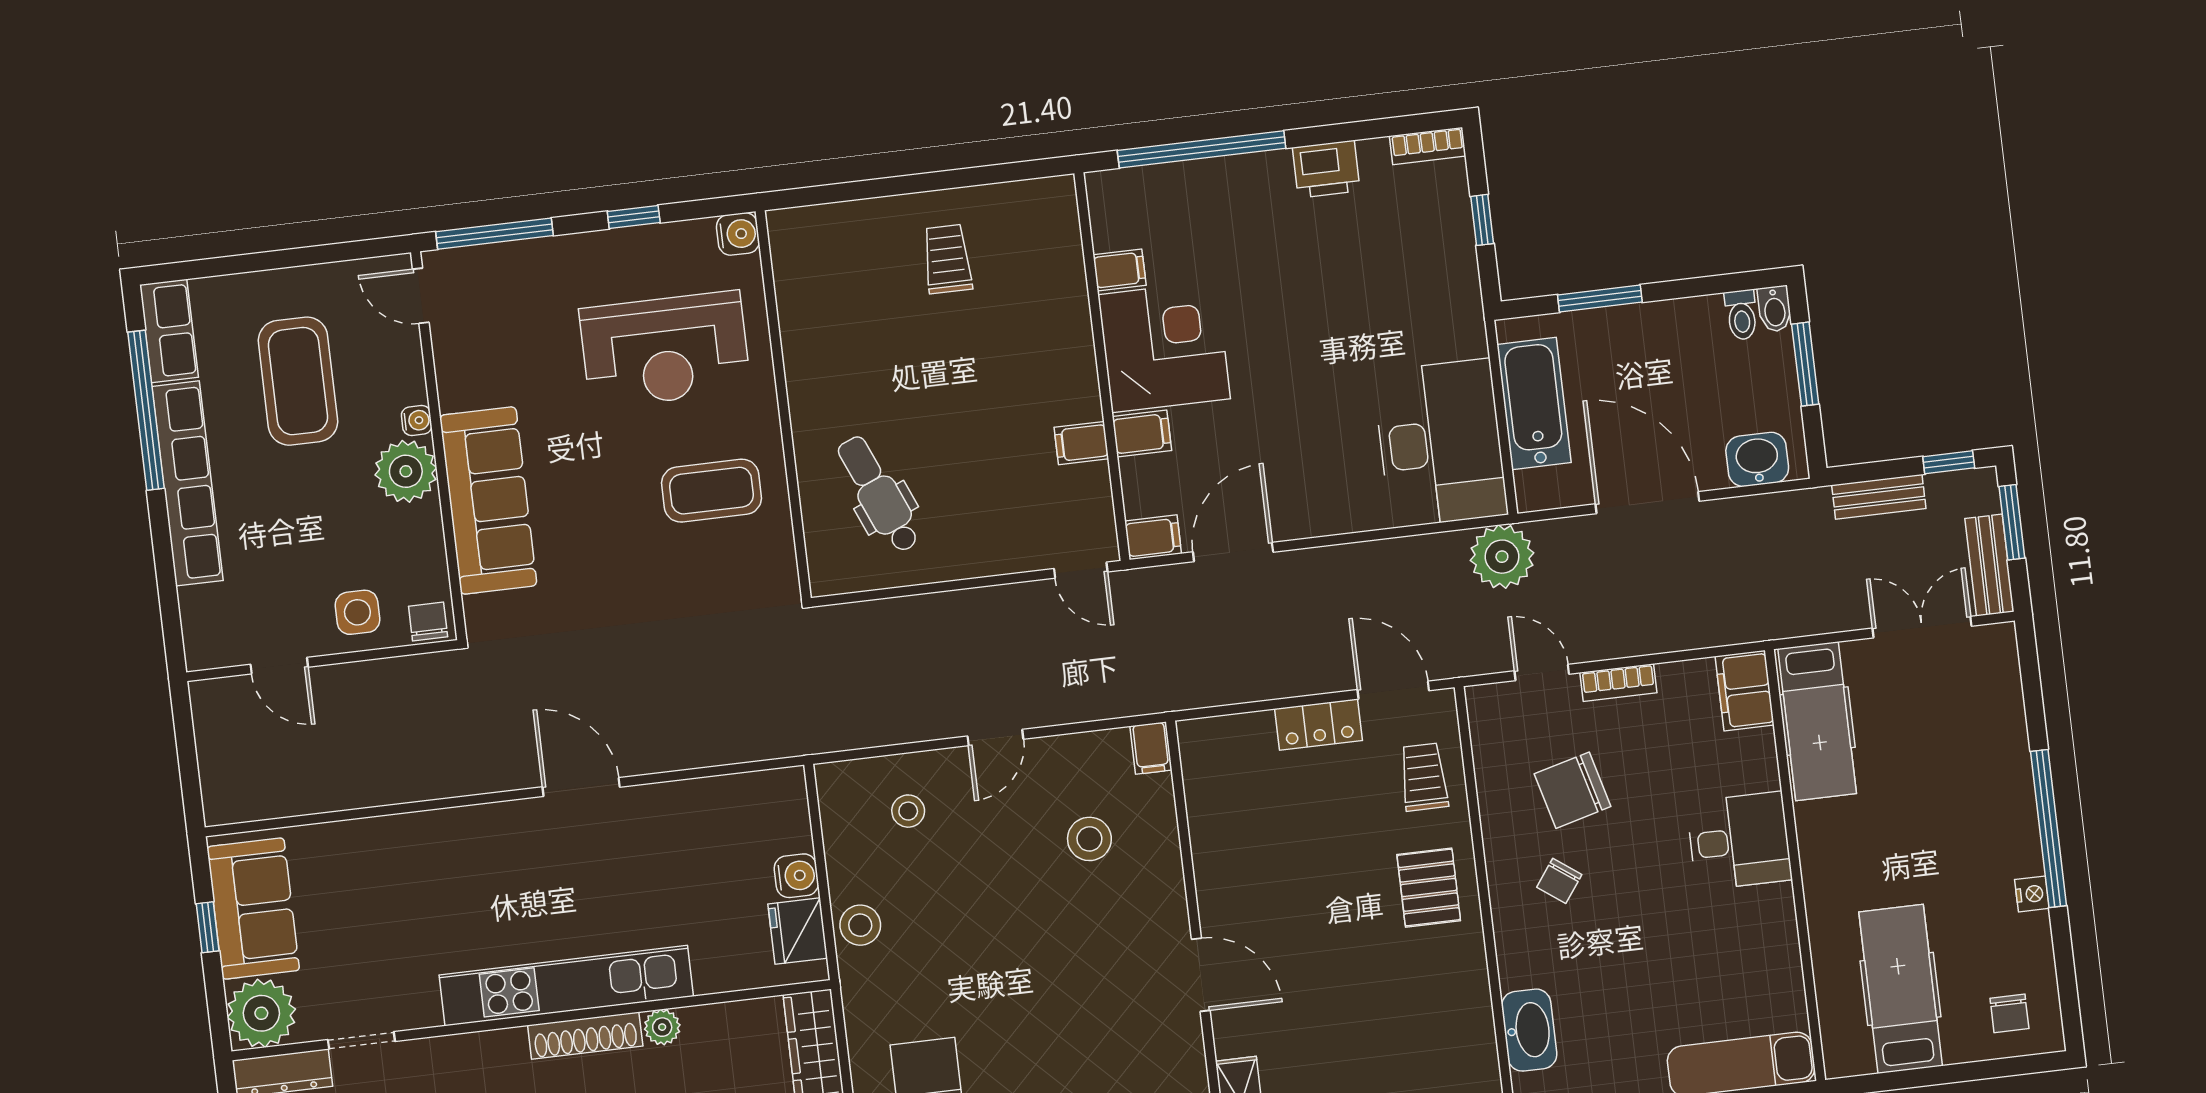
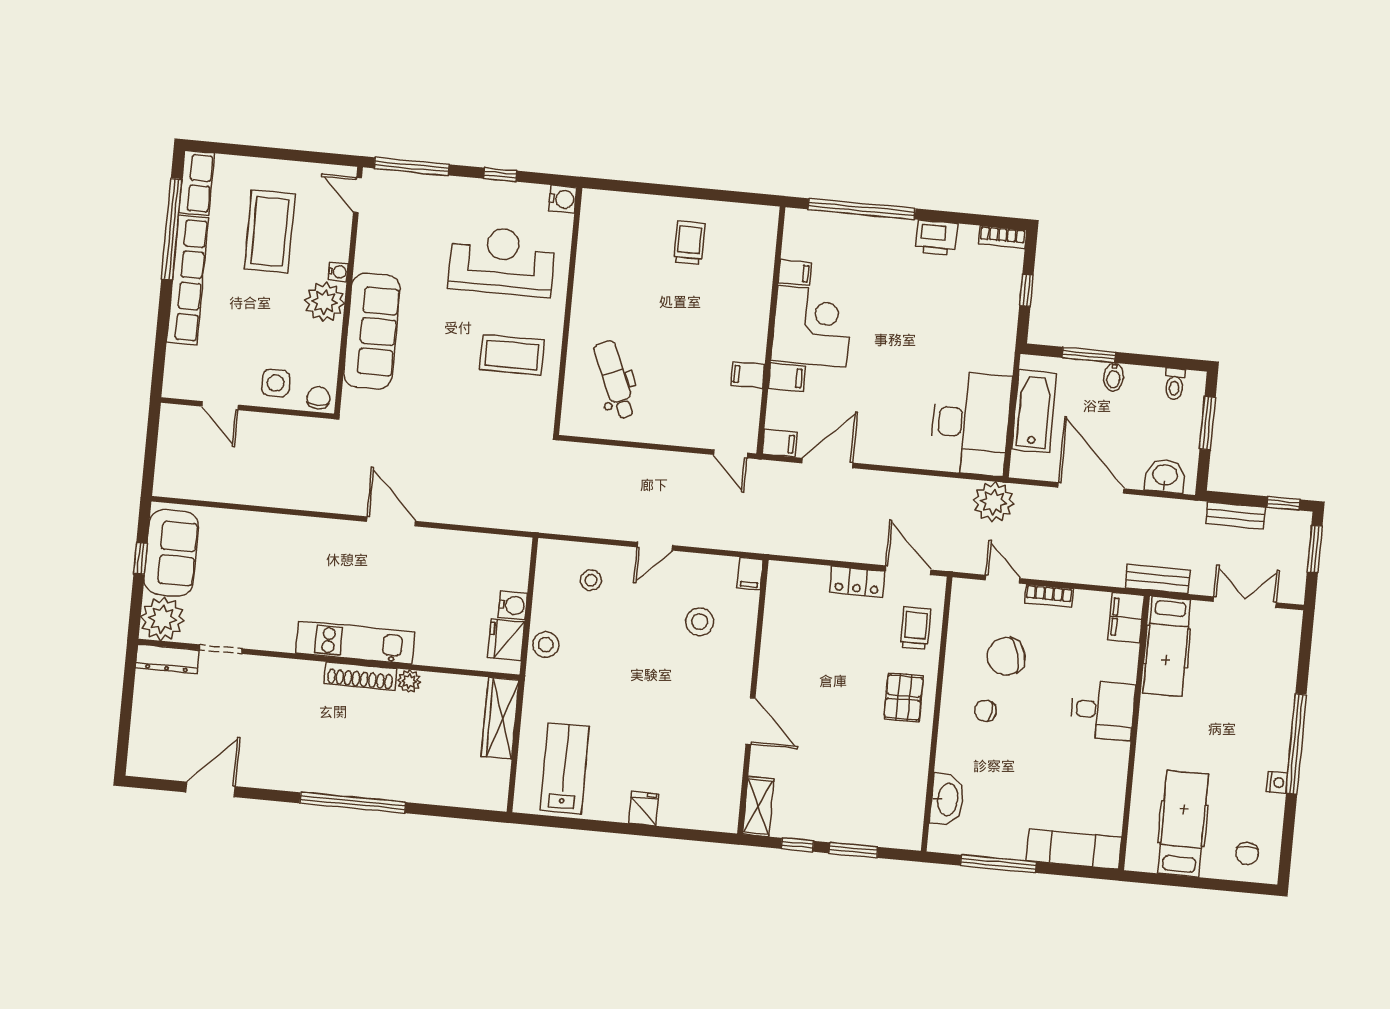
bidet: (1775, 309) -> (1113, 377), moved
reception desk: (665, 350) -> (502, 261), turned 180
bench: (1989, 565) -> (1158, 579), moved, turned 90
chair: (1559, 881) -> (986, 711), turned 62
kitchen unit: (566, 986) -> (355, 643), width x0.73

